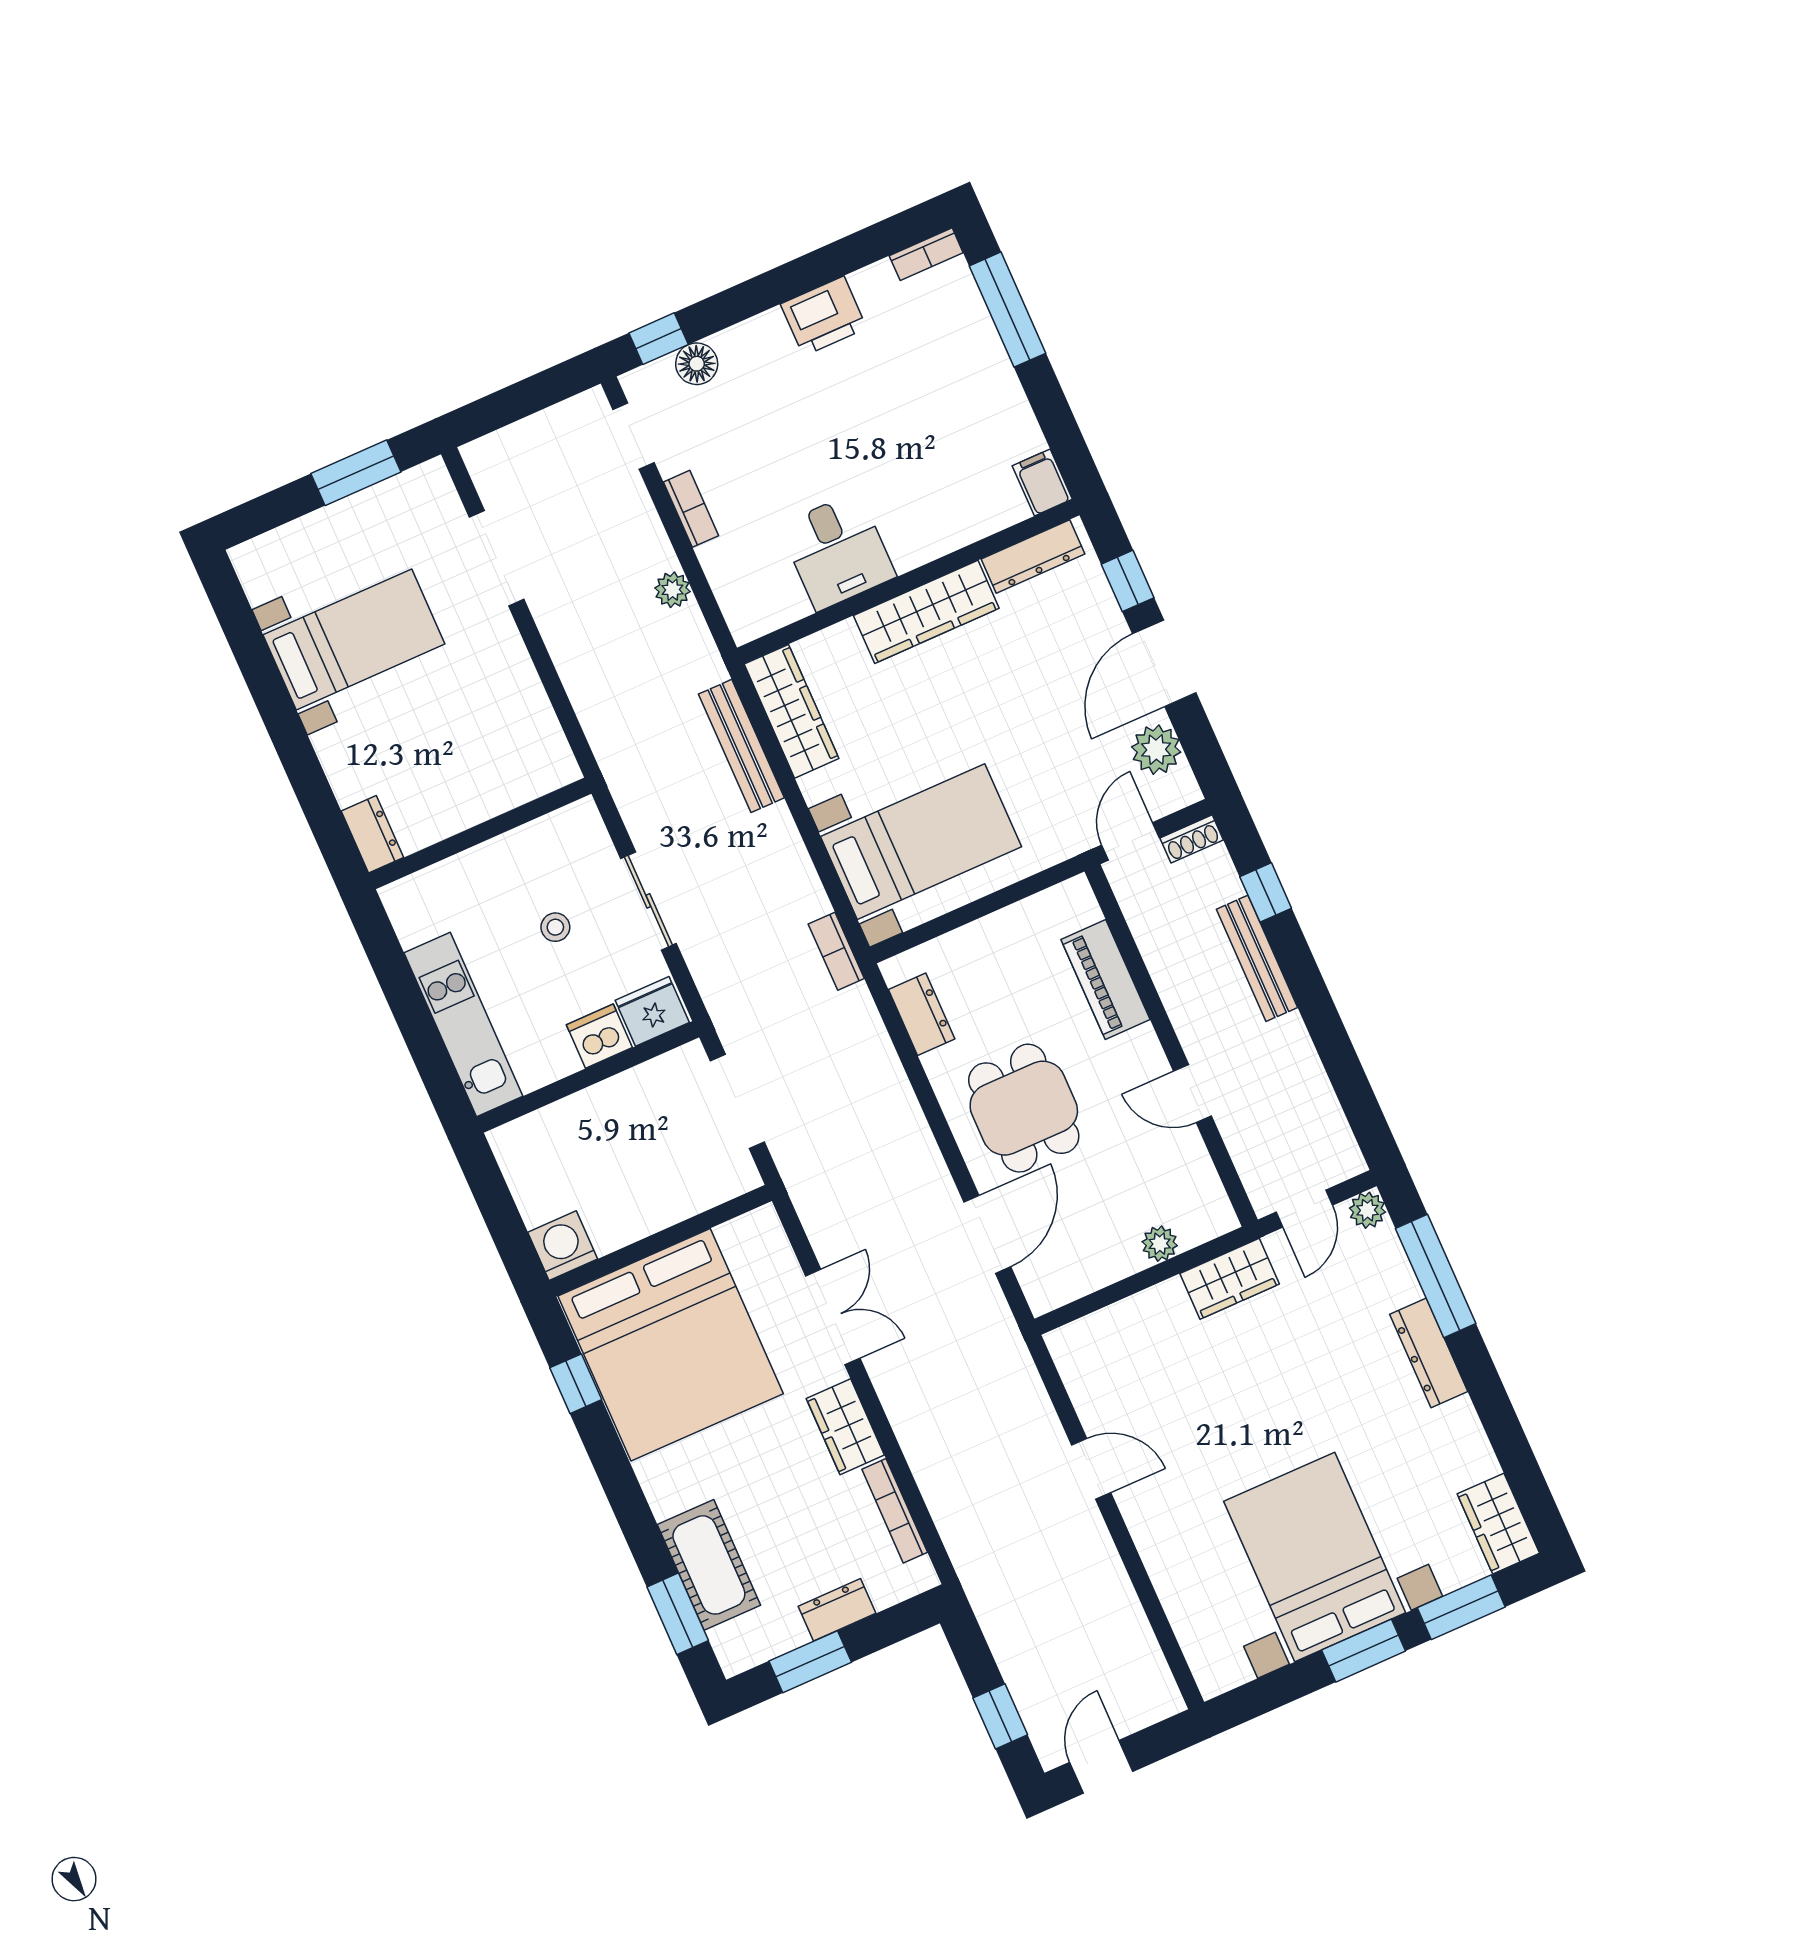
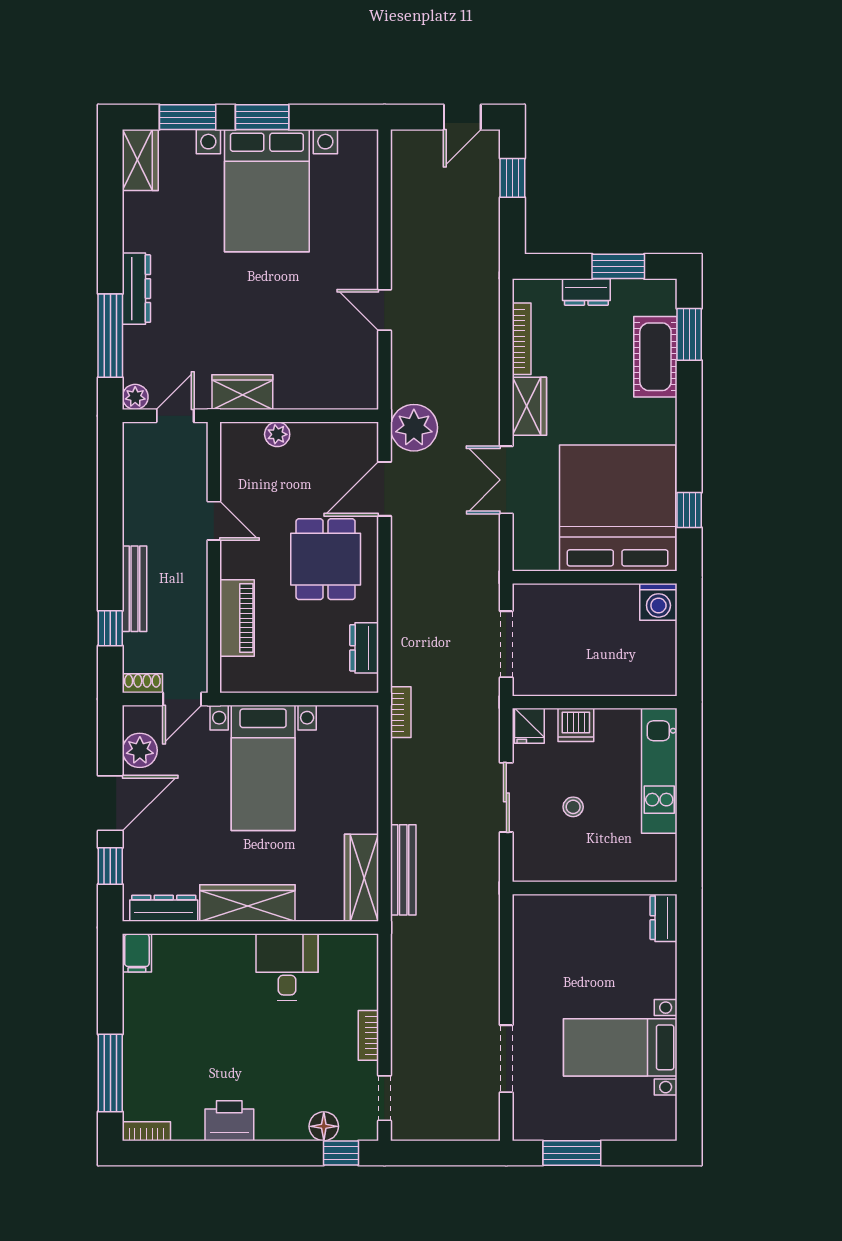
plant: (673, 590) -> (414, 428), moved, width x1.87, depth x1.87
bed with nightstands: (921, 842) -> (263, 768), moved, turned -90
fridge: (652, 1011) -> (529, 726), width x0.72

